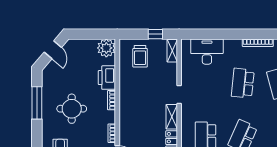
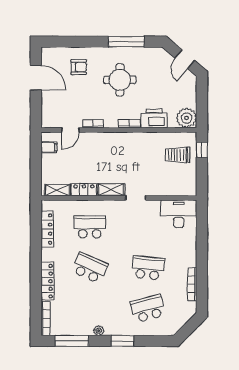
window: (155, 34) -> (202, 150), moved
door: (53, 50) -> (185, 59), hinge flipped
shelving: (172, 51) -> (183, 190), removed
desk: (207, 52) -> (179, 214), moved, turned -90

